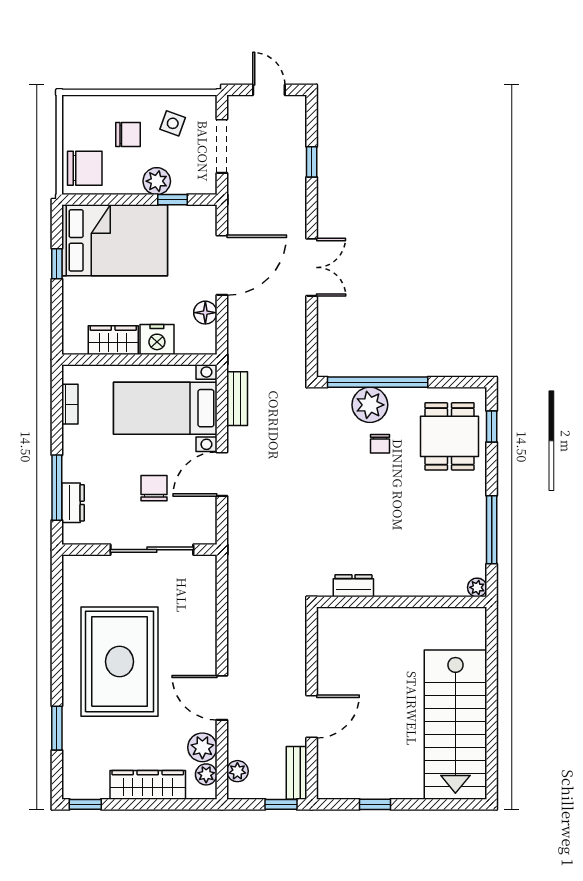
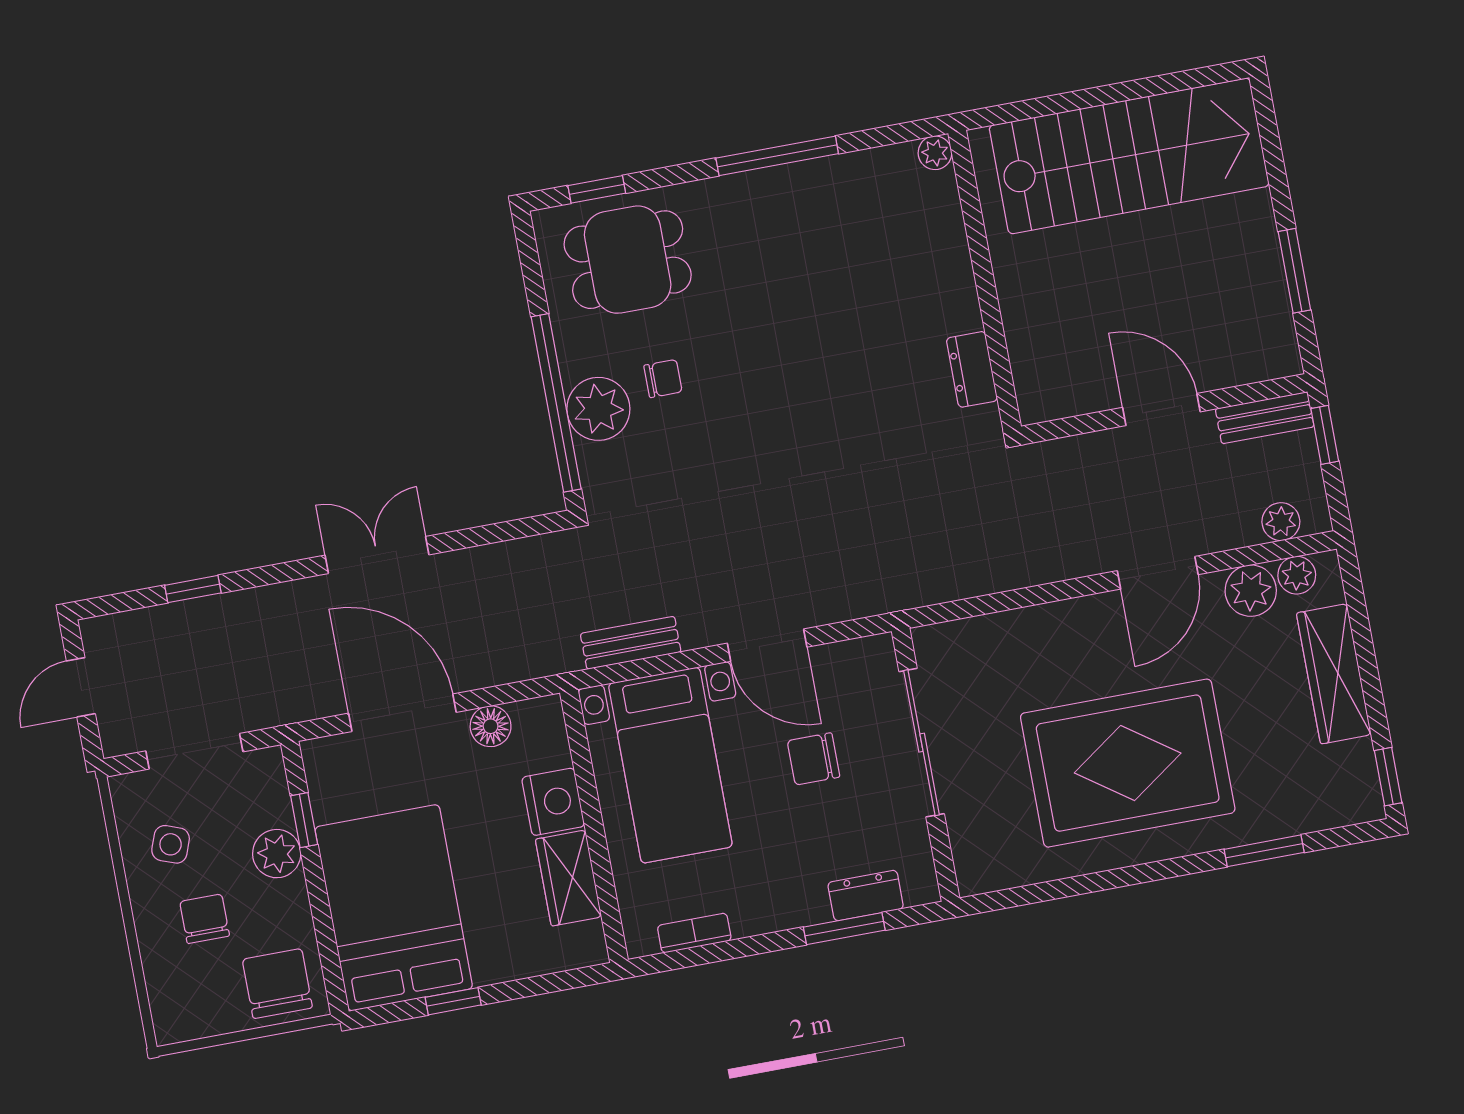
window: (57, 488) -> (844, 929), width x0.69
dresser: (353, 586) -> (972, 369), moved
plant: (477, 587) -> (935, 153), moved
wall: (402, 602) -> (985, 280), moved
window: (375, 804) -> (1294, 271), width x1.50

